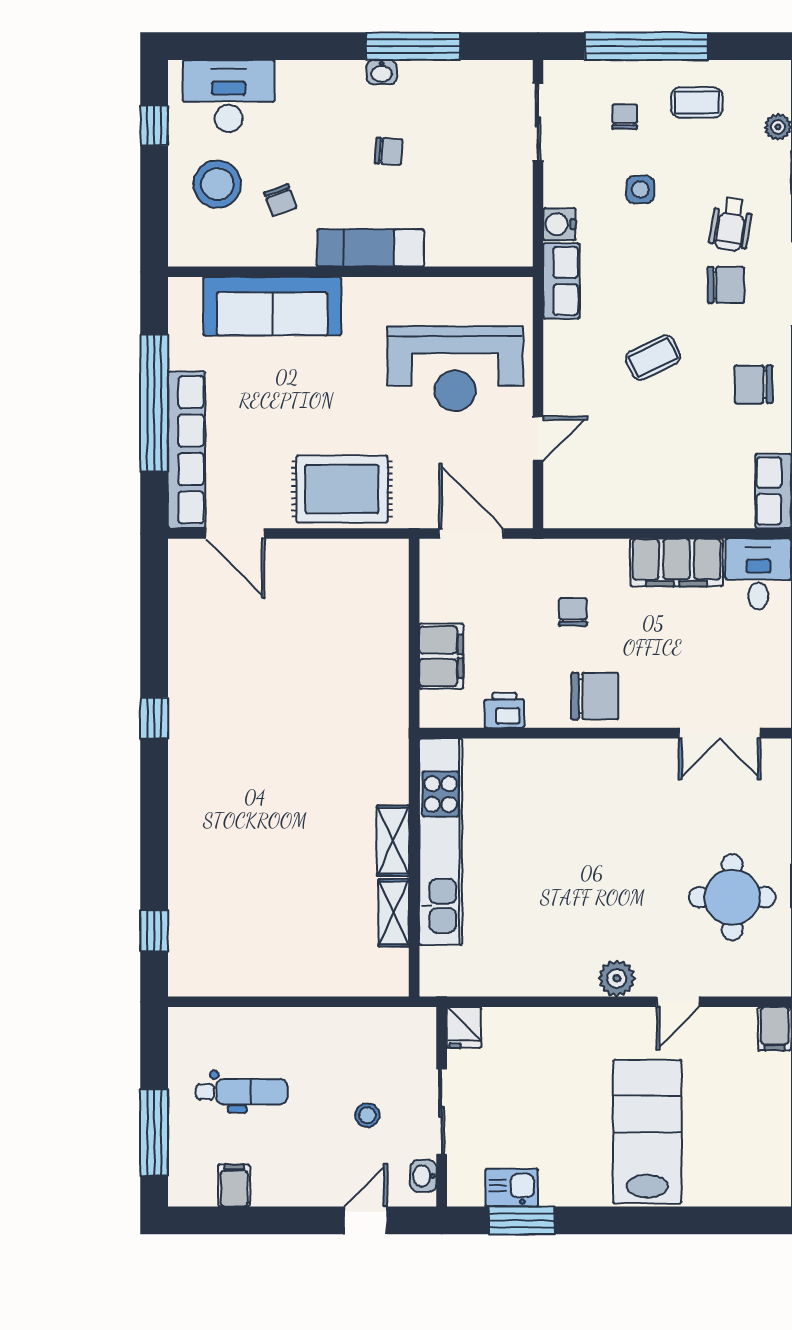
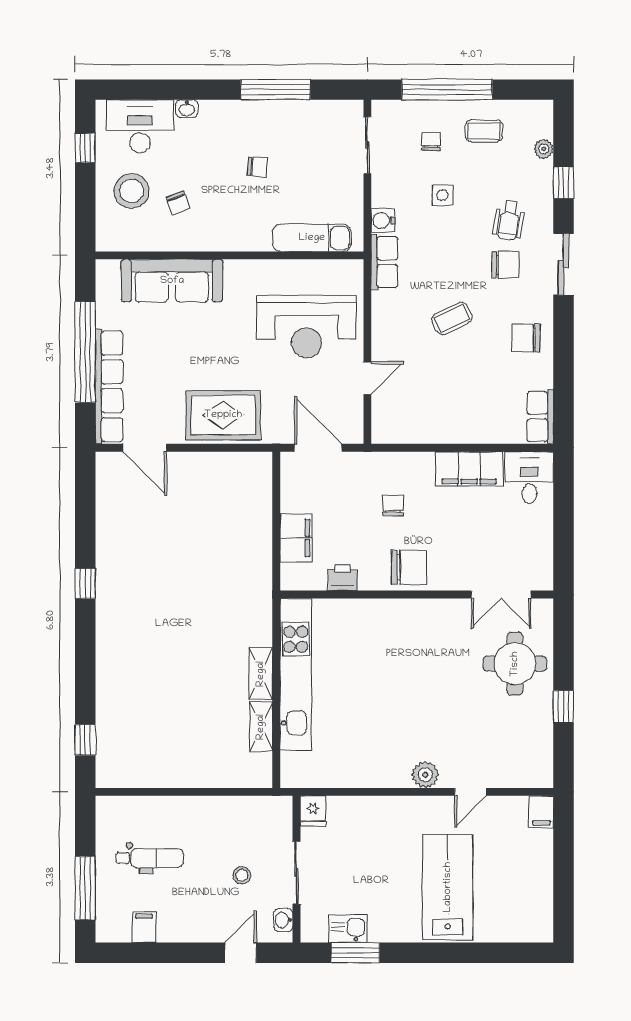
washbasin: (382, 72) -> (187, 109), moved
exam couch: (370, 248) -> (312, 238), moved
round table: (732, 897) -> (515, 664), moved

